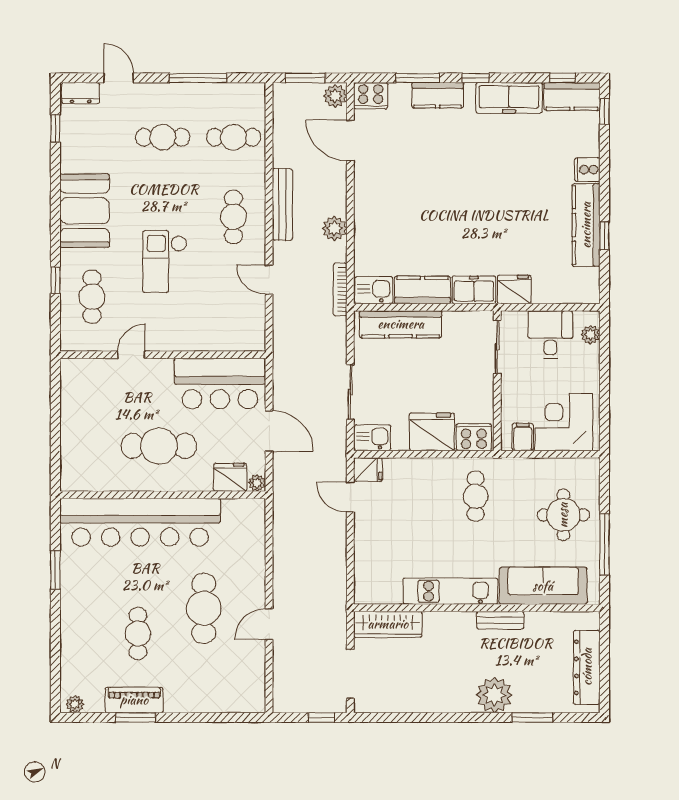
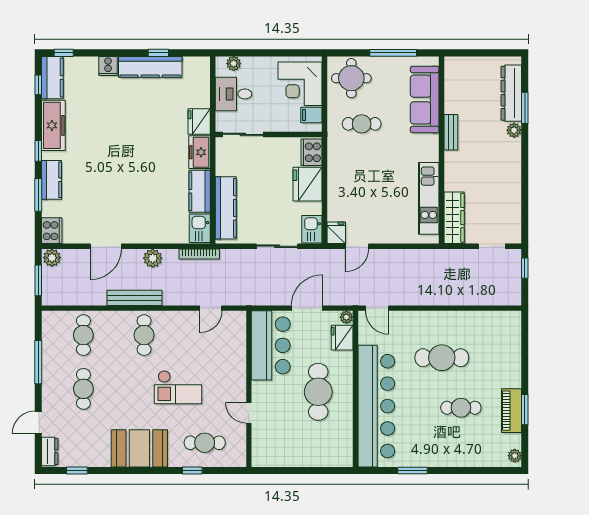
door: (350, 140) -> (106, 246), moved
cafe table: (233, 217) -> (144, 335), turned 90
door: (269, 280) -> (211, 308), moved
cafe table: (476, 496) -> (362, 124), moved
round table: (563, 515) -> (351, 78), moved
kitchen unit: (450, 591) -> (429, 198), moved
door: (269, 624) -> (377, 308), moved
dresser: (587, 667) -> (511, 93), moved, turned 90
doorway: (350, 674) -> (492, 246), width x0.73
plant: (494, 695) -> (514, 130), width x0.53, depth x0.53

